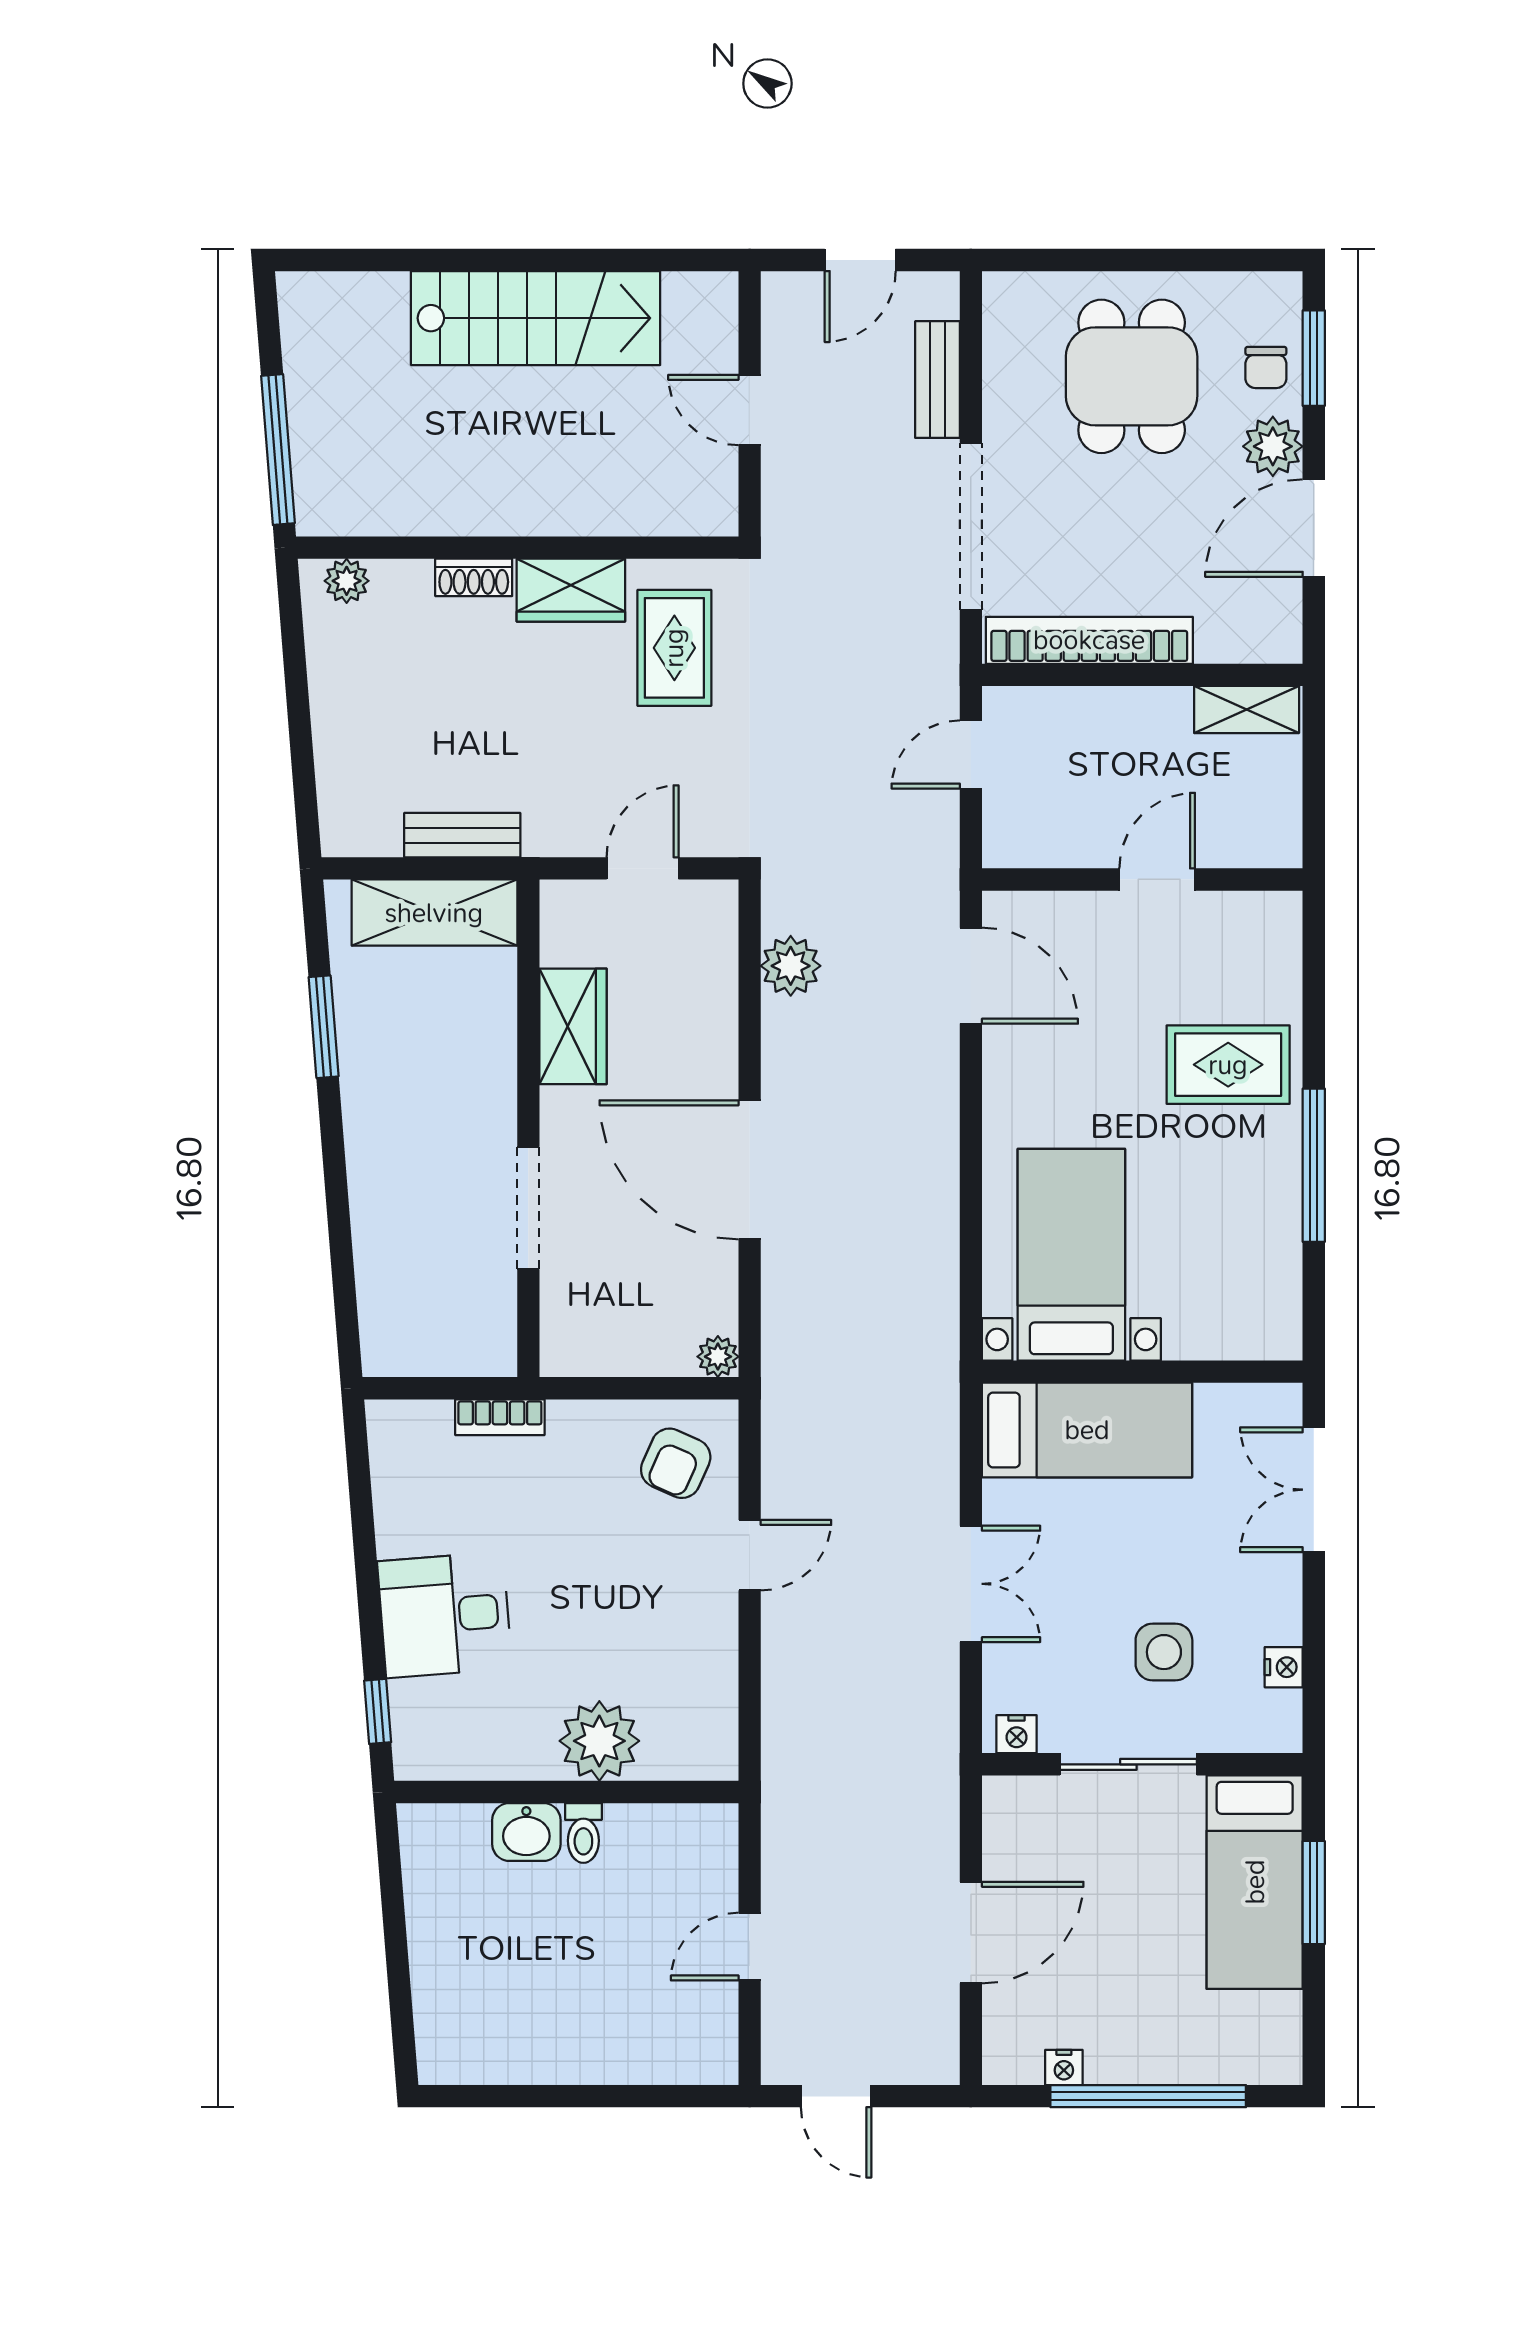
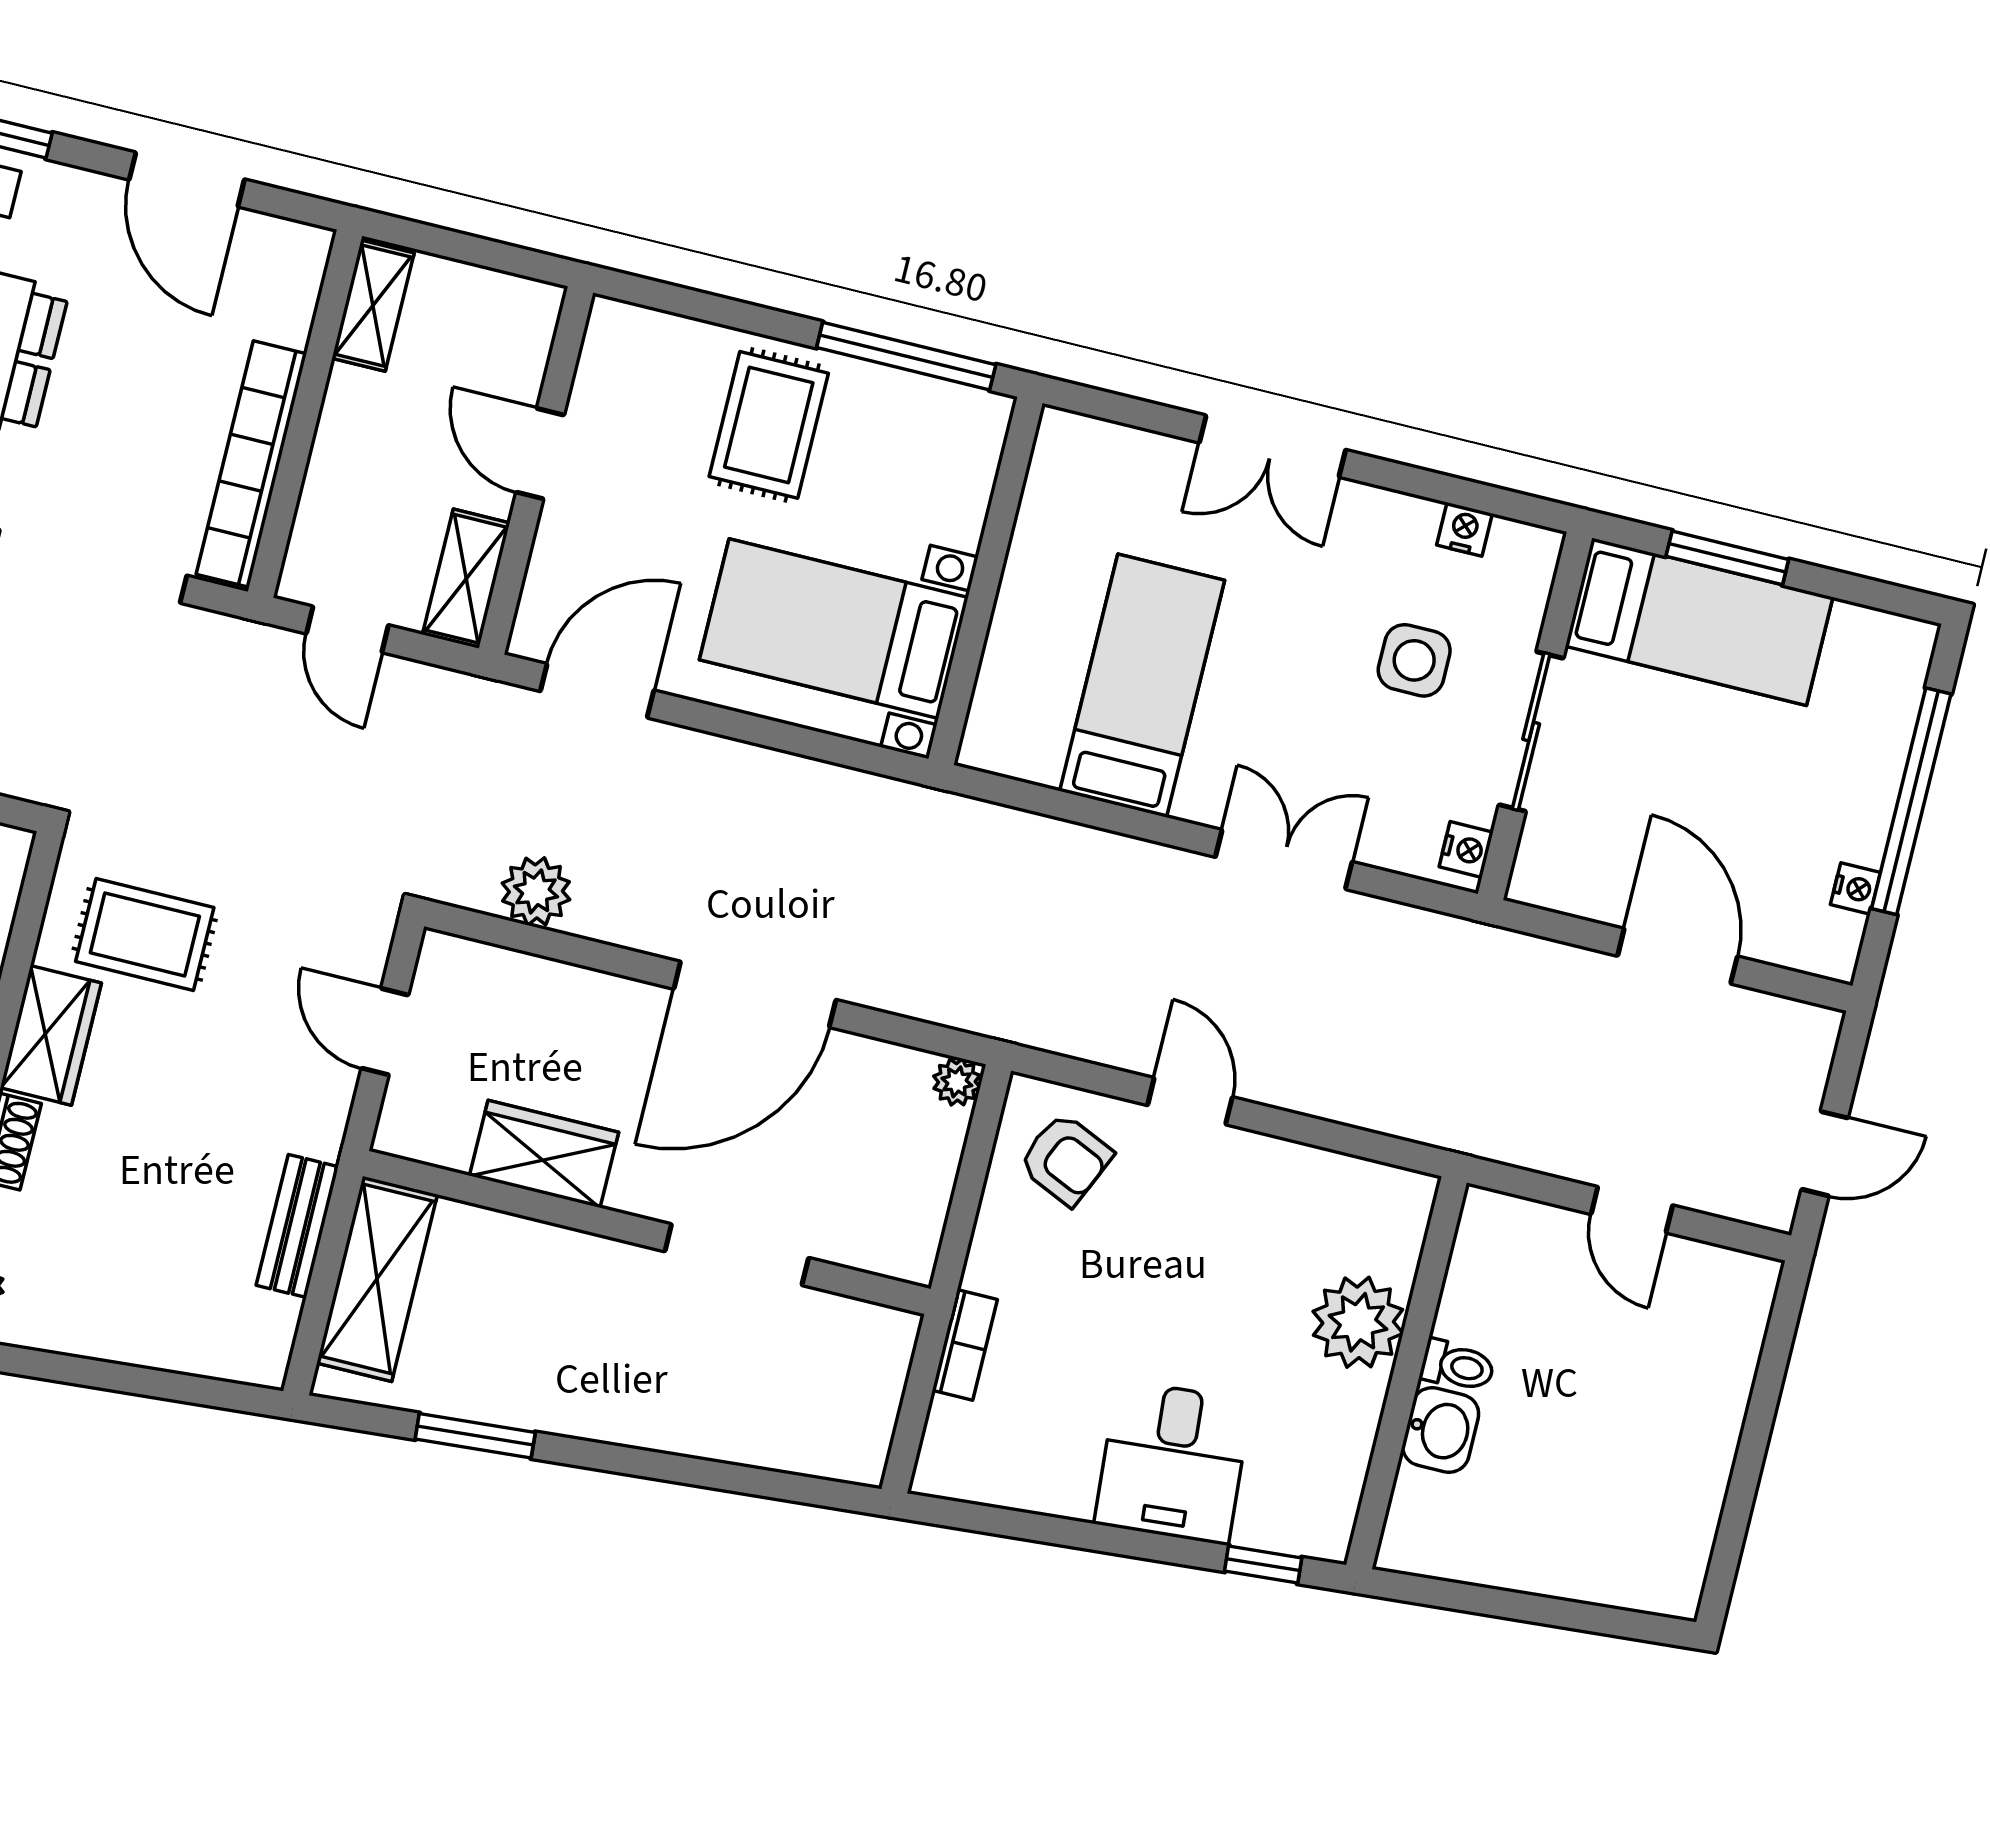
plant: (1273, 446) -> (83, 203), removed
shelving: (1038, 843) -> (466, 579), added
bed with nightstands: (1071, 1255) -> (834, 629), moved
wall: (1142, 1372) -> (986, 581), moved

